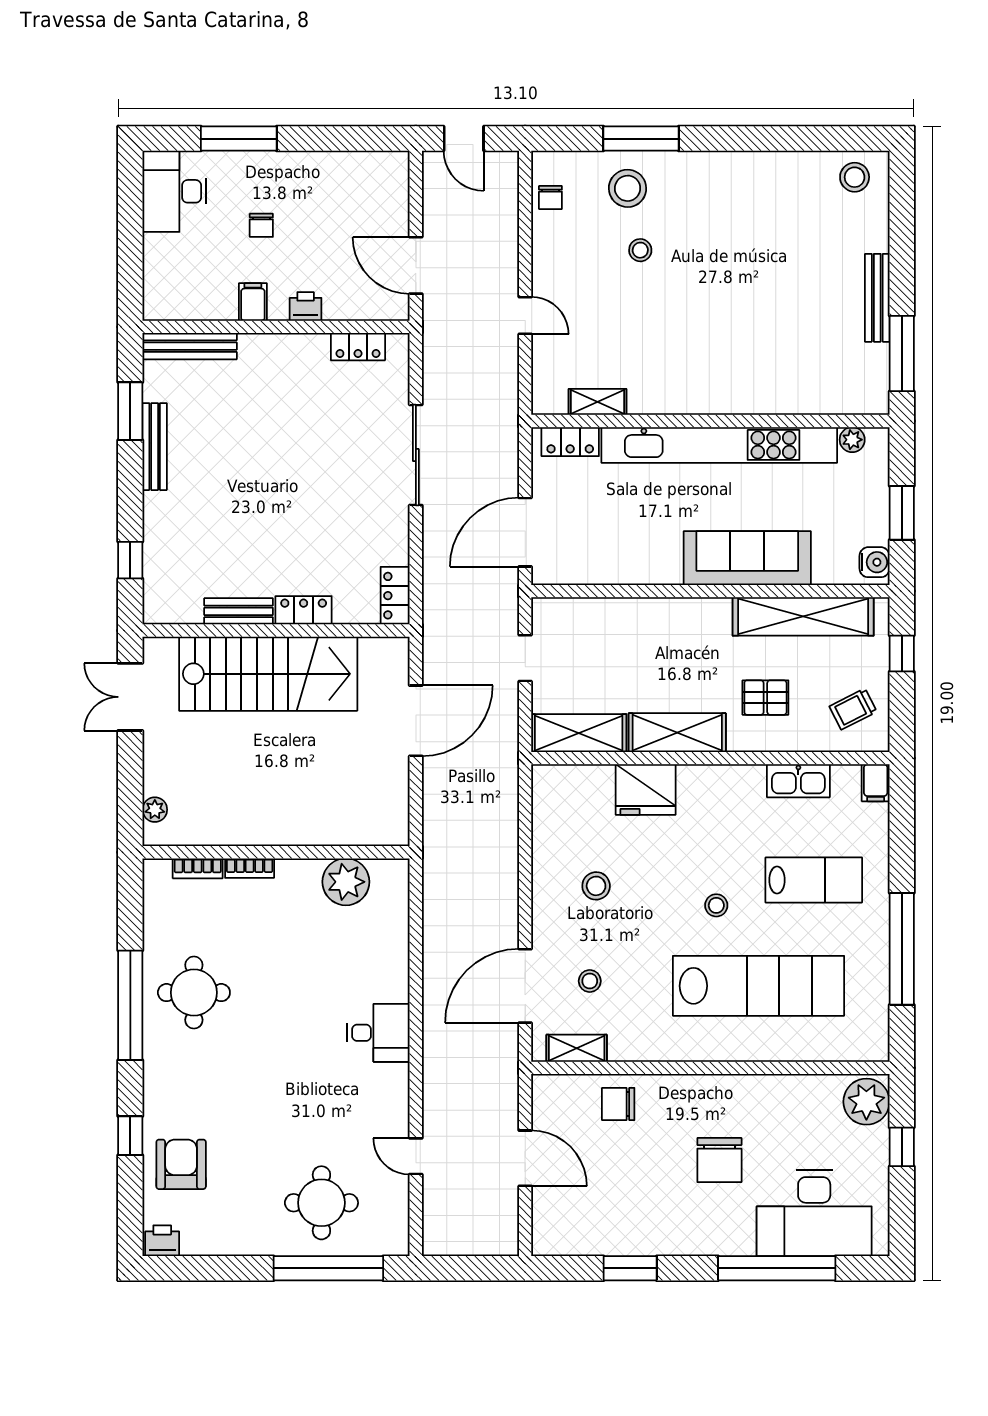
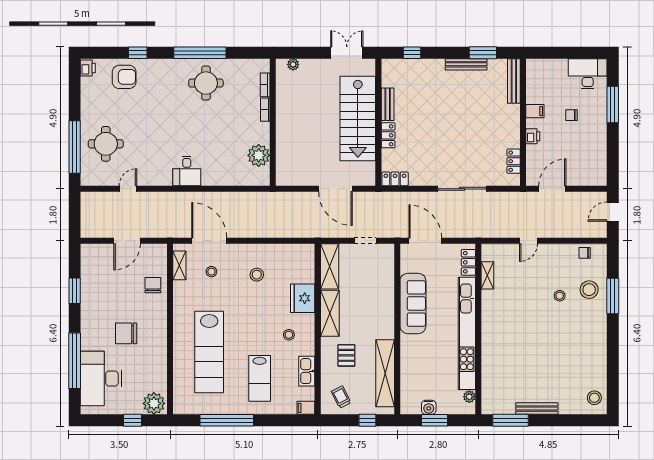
sofa: (747, 558) -> (413, 303), moved
water cooler: (874, 562) -> (429, 407), moved
stool: (716, 905) -> (289, 335), moved

